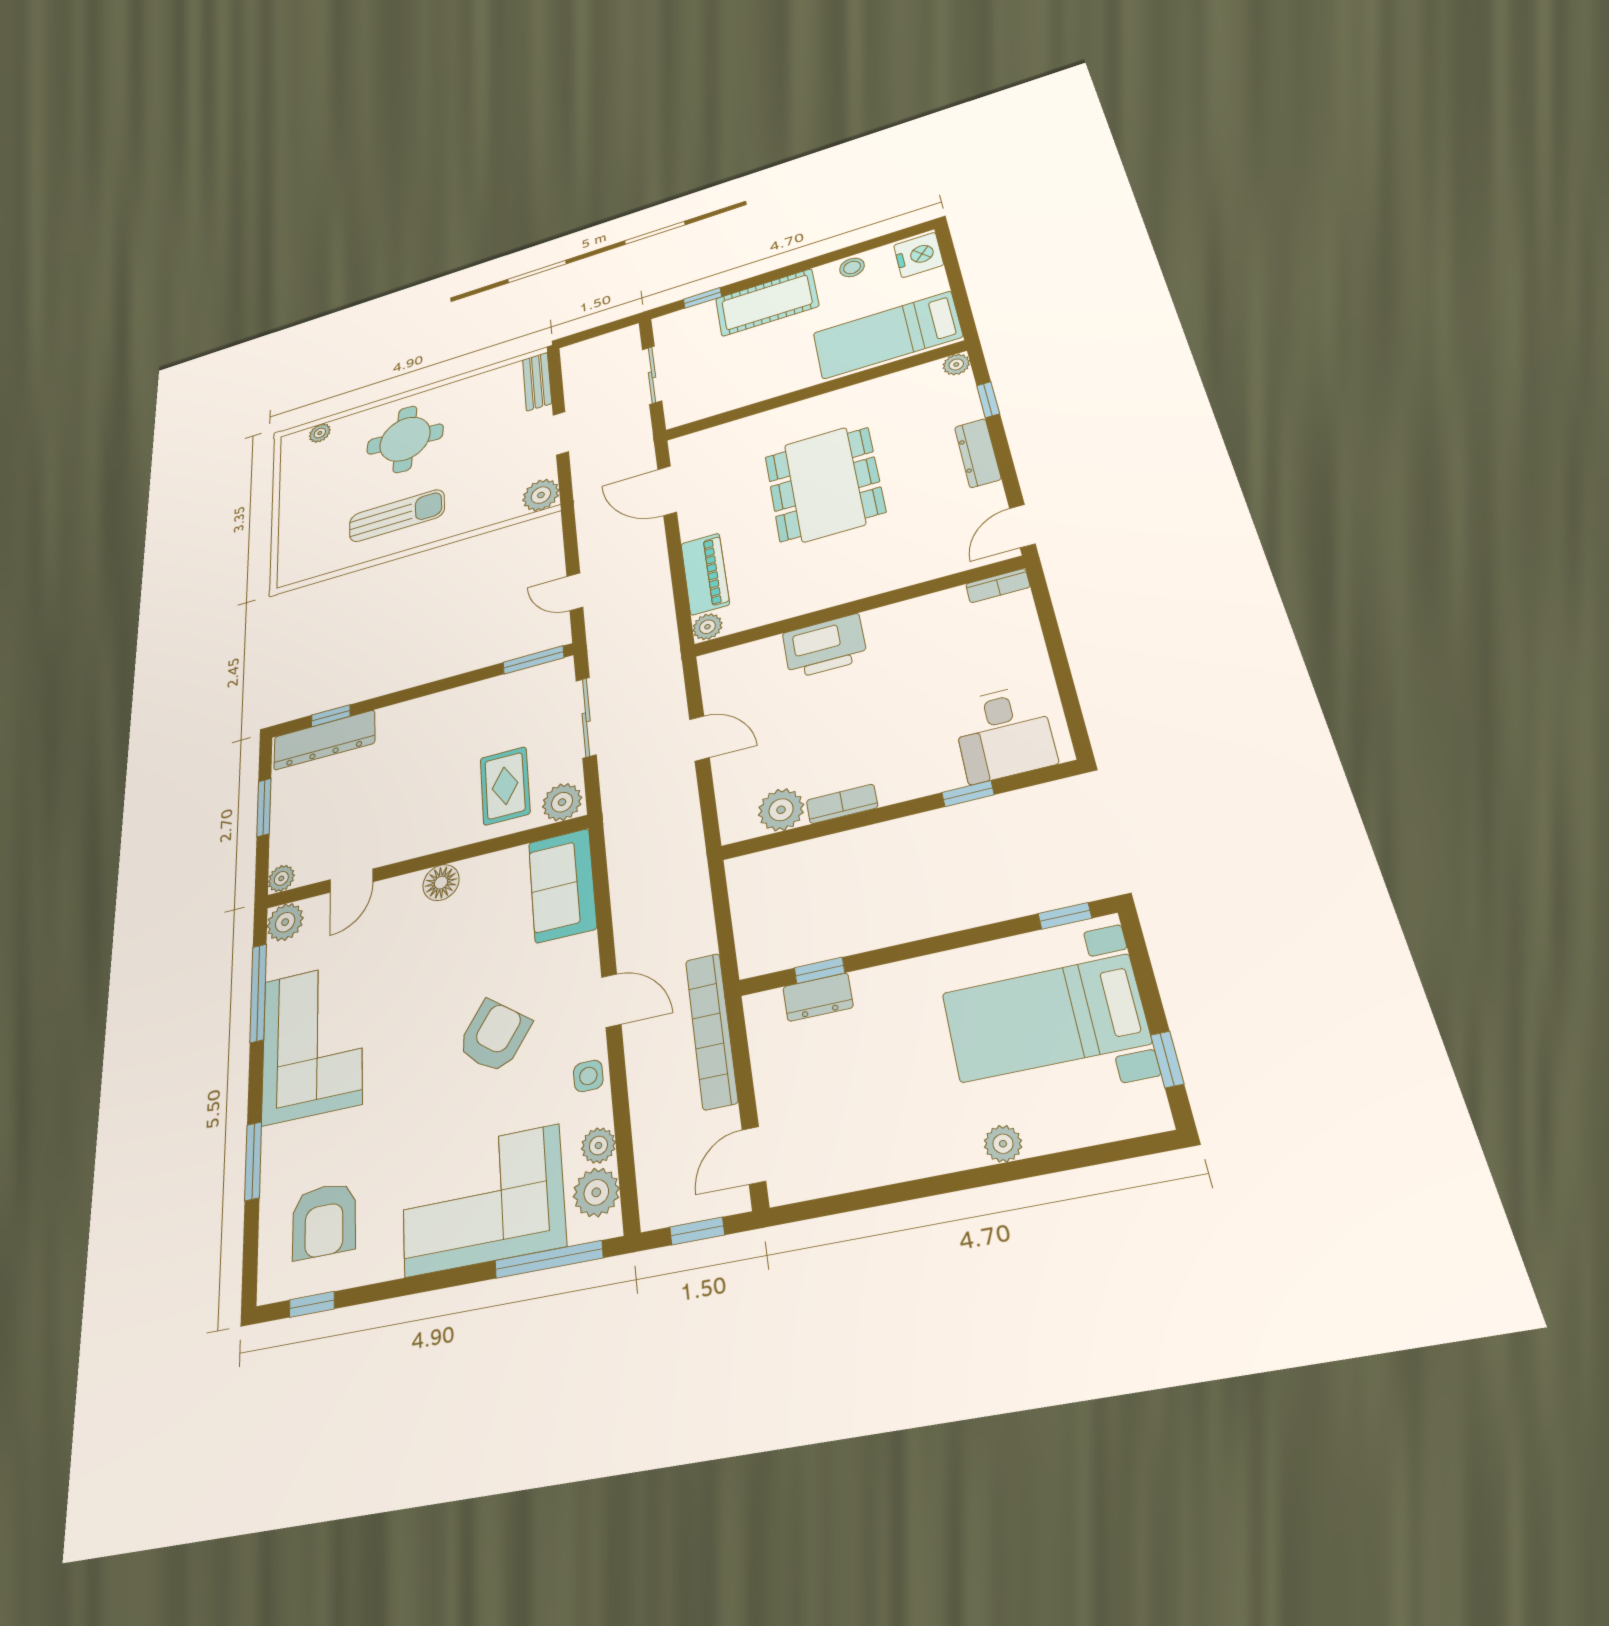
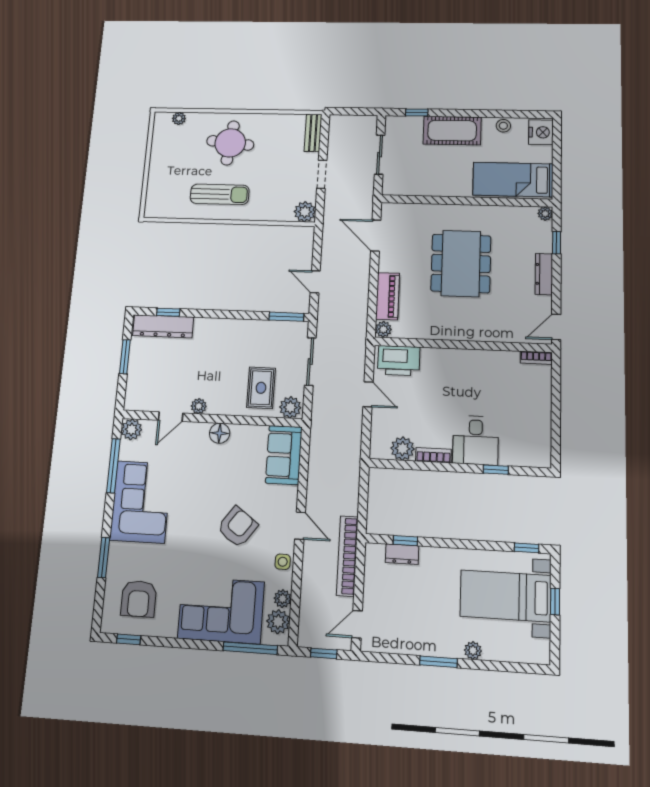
printer: (825, 646) -> (399, 361), moved
desk: (1004, 733) -> (476, 440), moved
plant: (281, 878) -> (199, 406), moved
window: (1167, 1059) -> (555, 602), moved
window: (936, 1185) -> (438, 662), added

